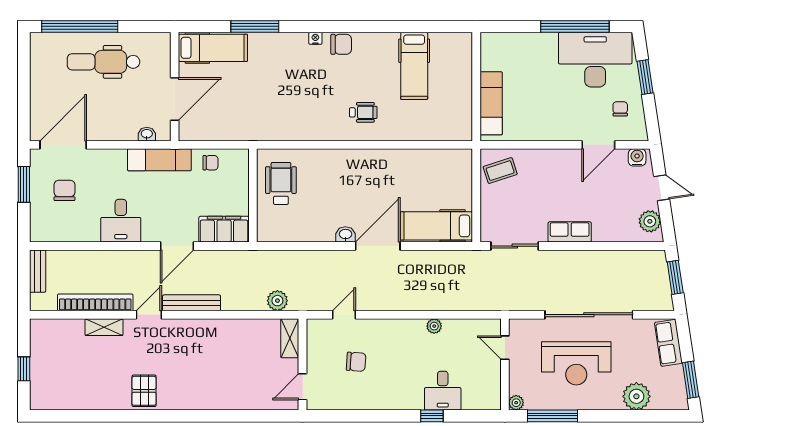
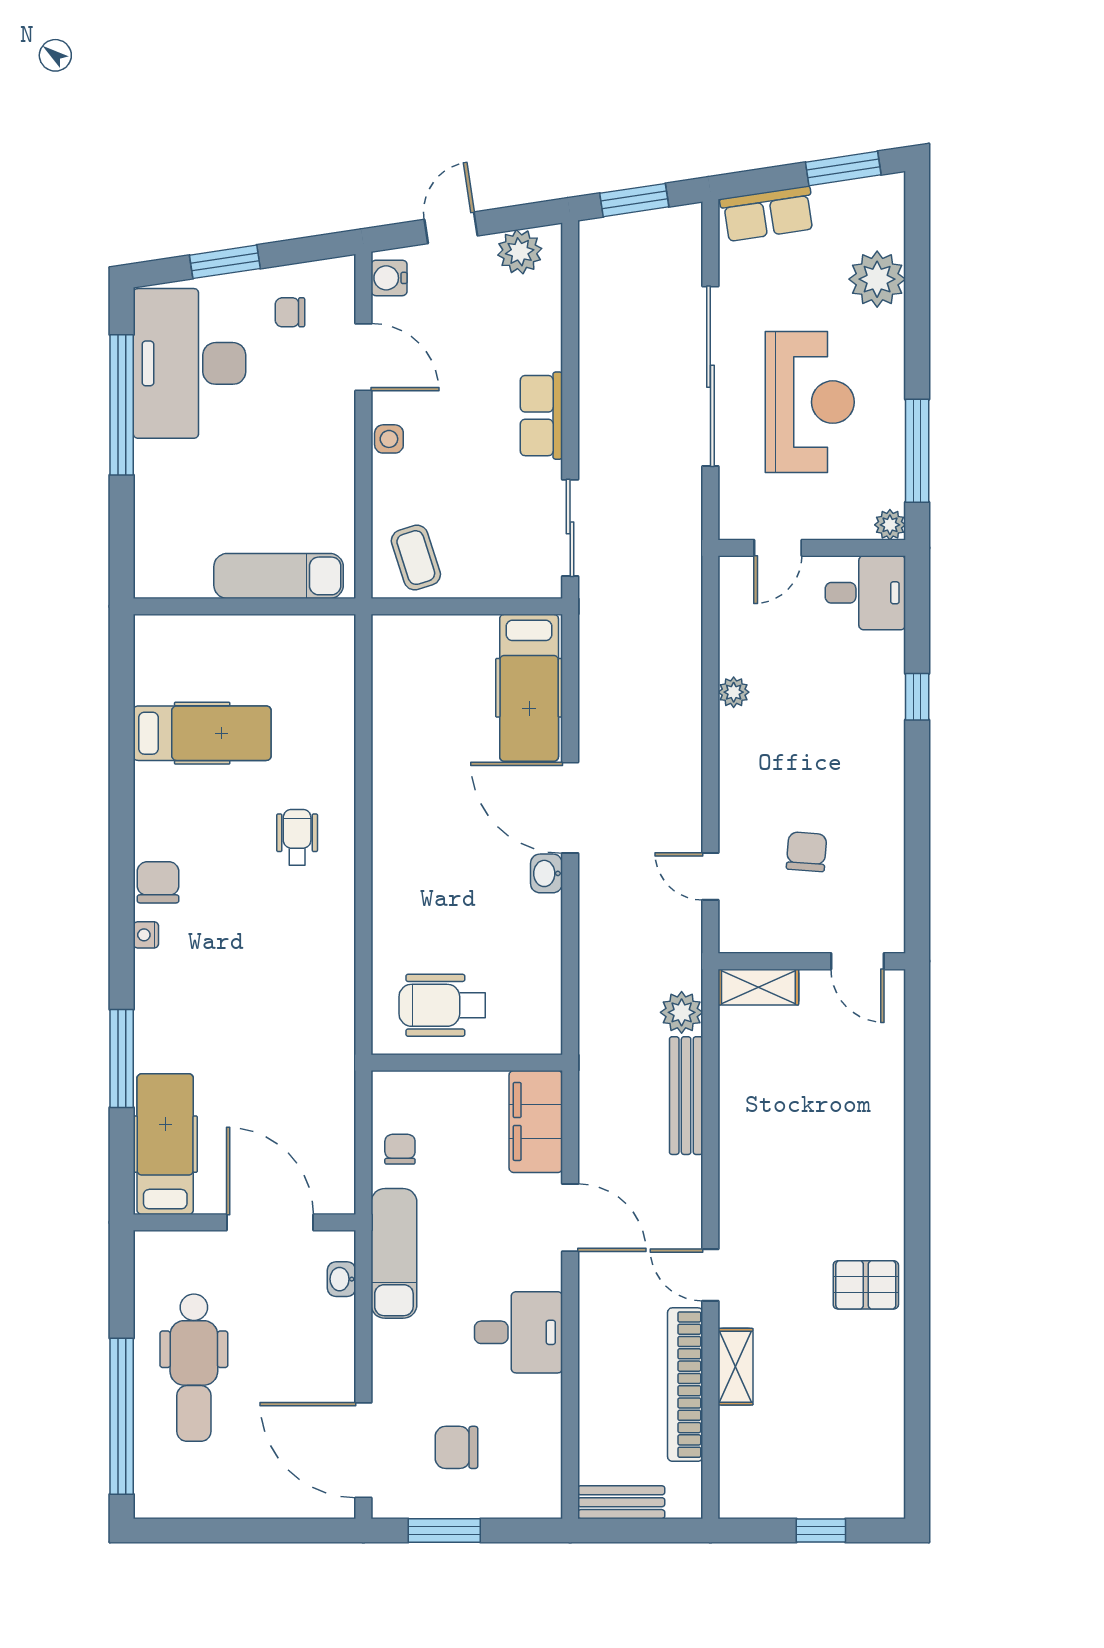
side table: (558, 157) -> (389, 439), added
bench: (192, 303) -> (686, 1096), moved
desk: (443, 391) -> (865, 593), moved

